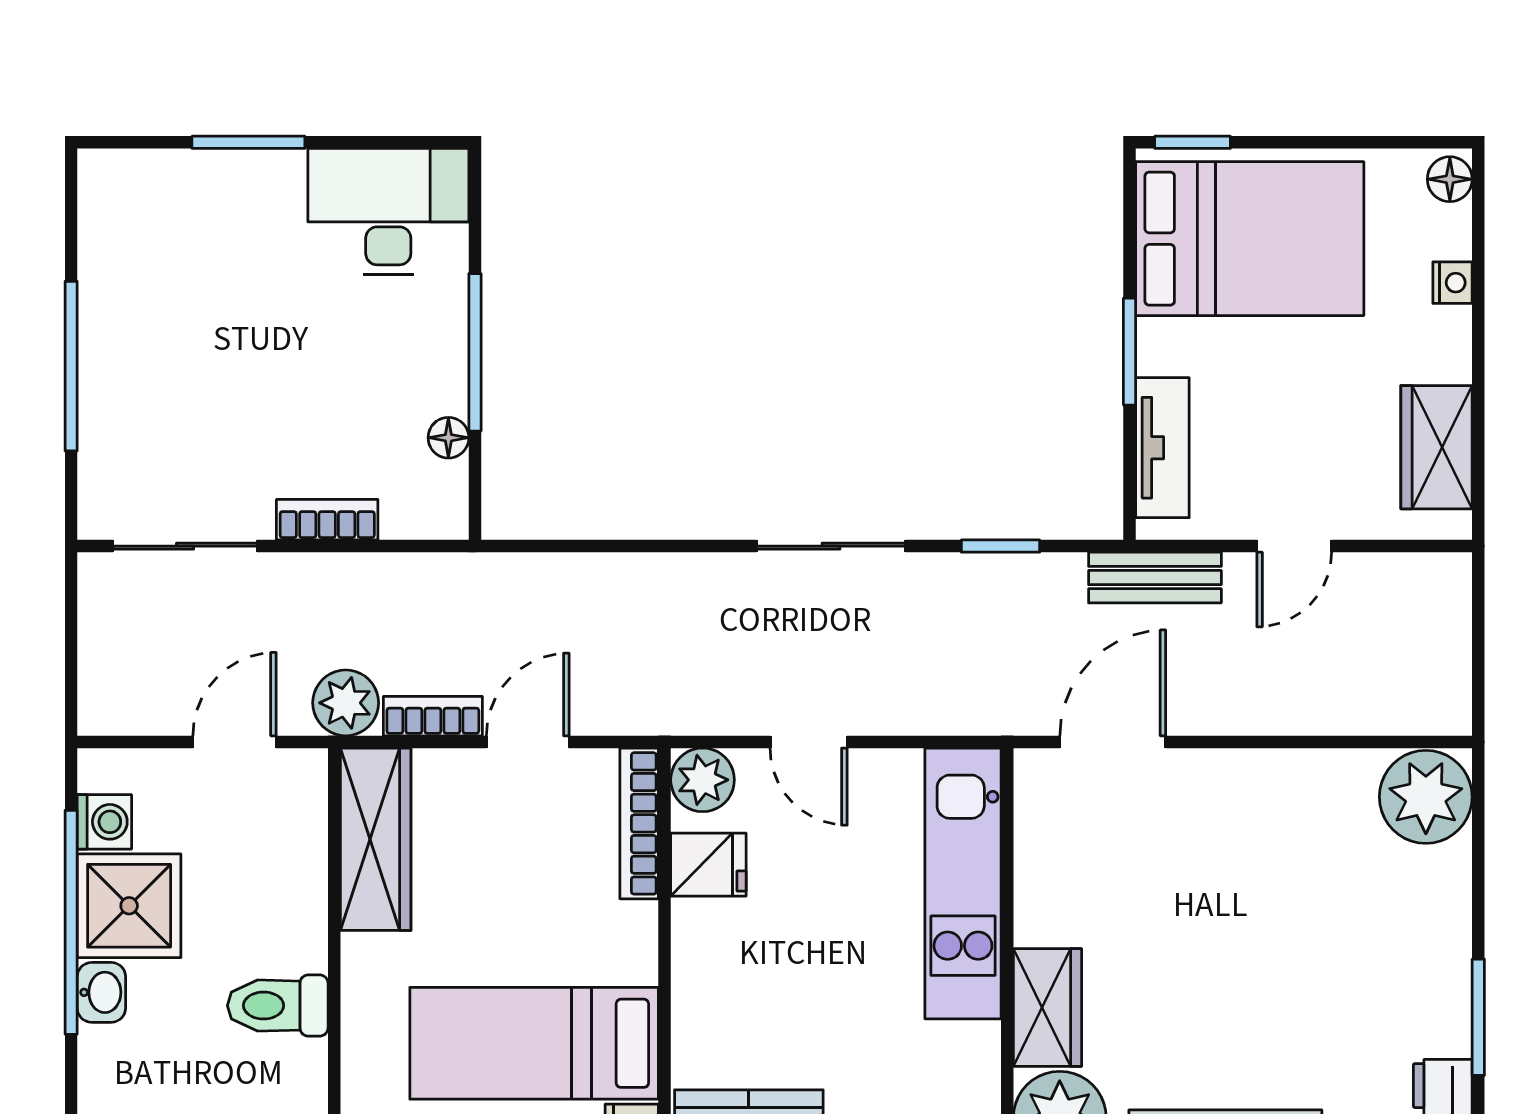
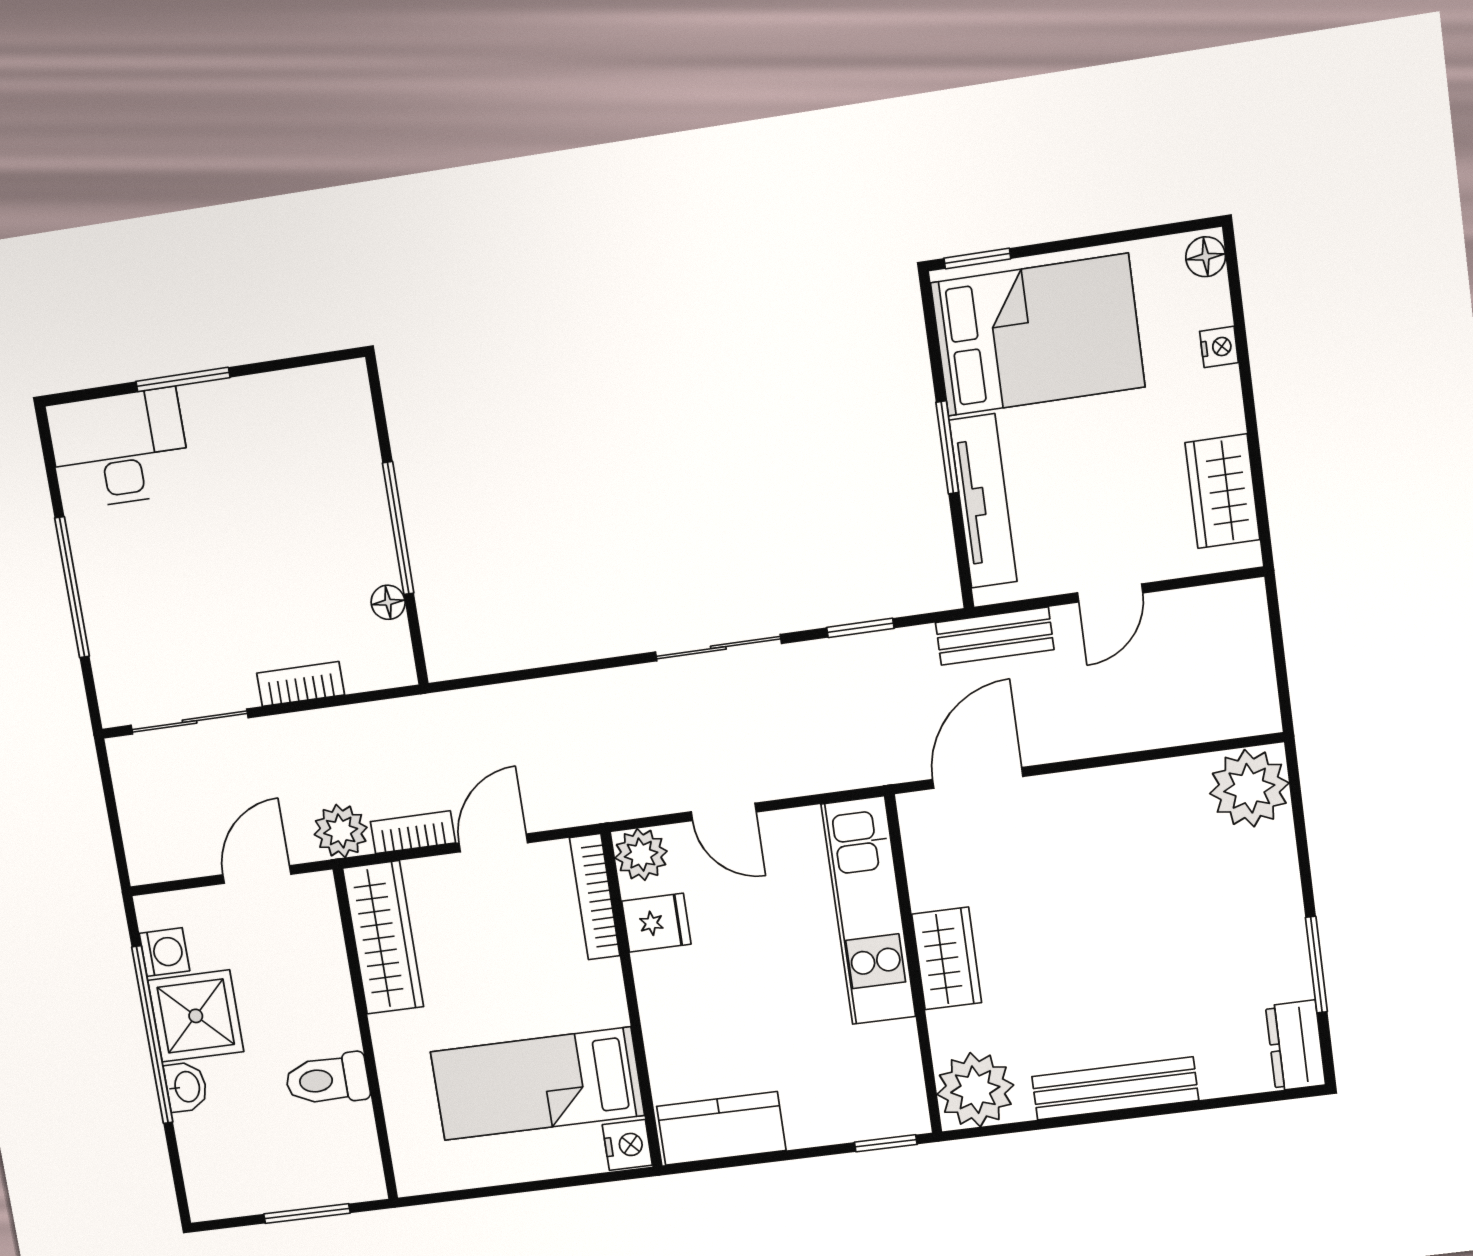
desk: (388, 212) -> (119, 449), moved
tv unit: (1162, 448) -> (983, 501), width x1.41
wardrobe: (1047, 1008) -> (947, 958), moved

